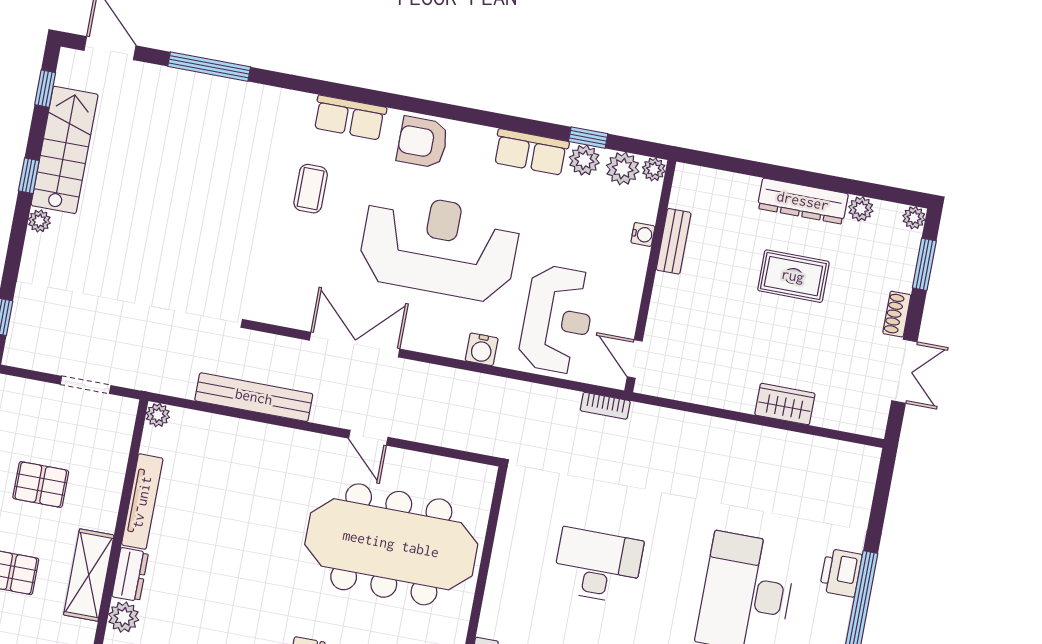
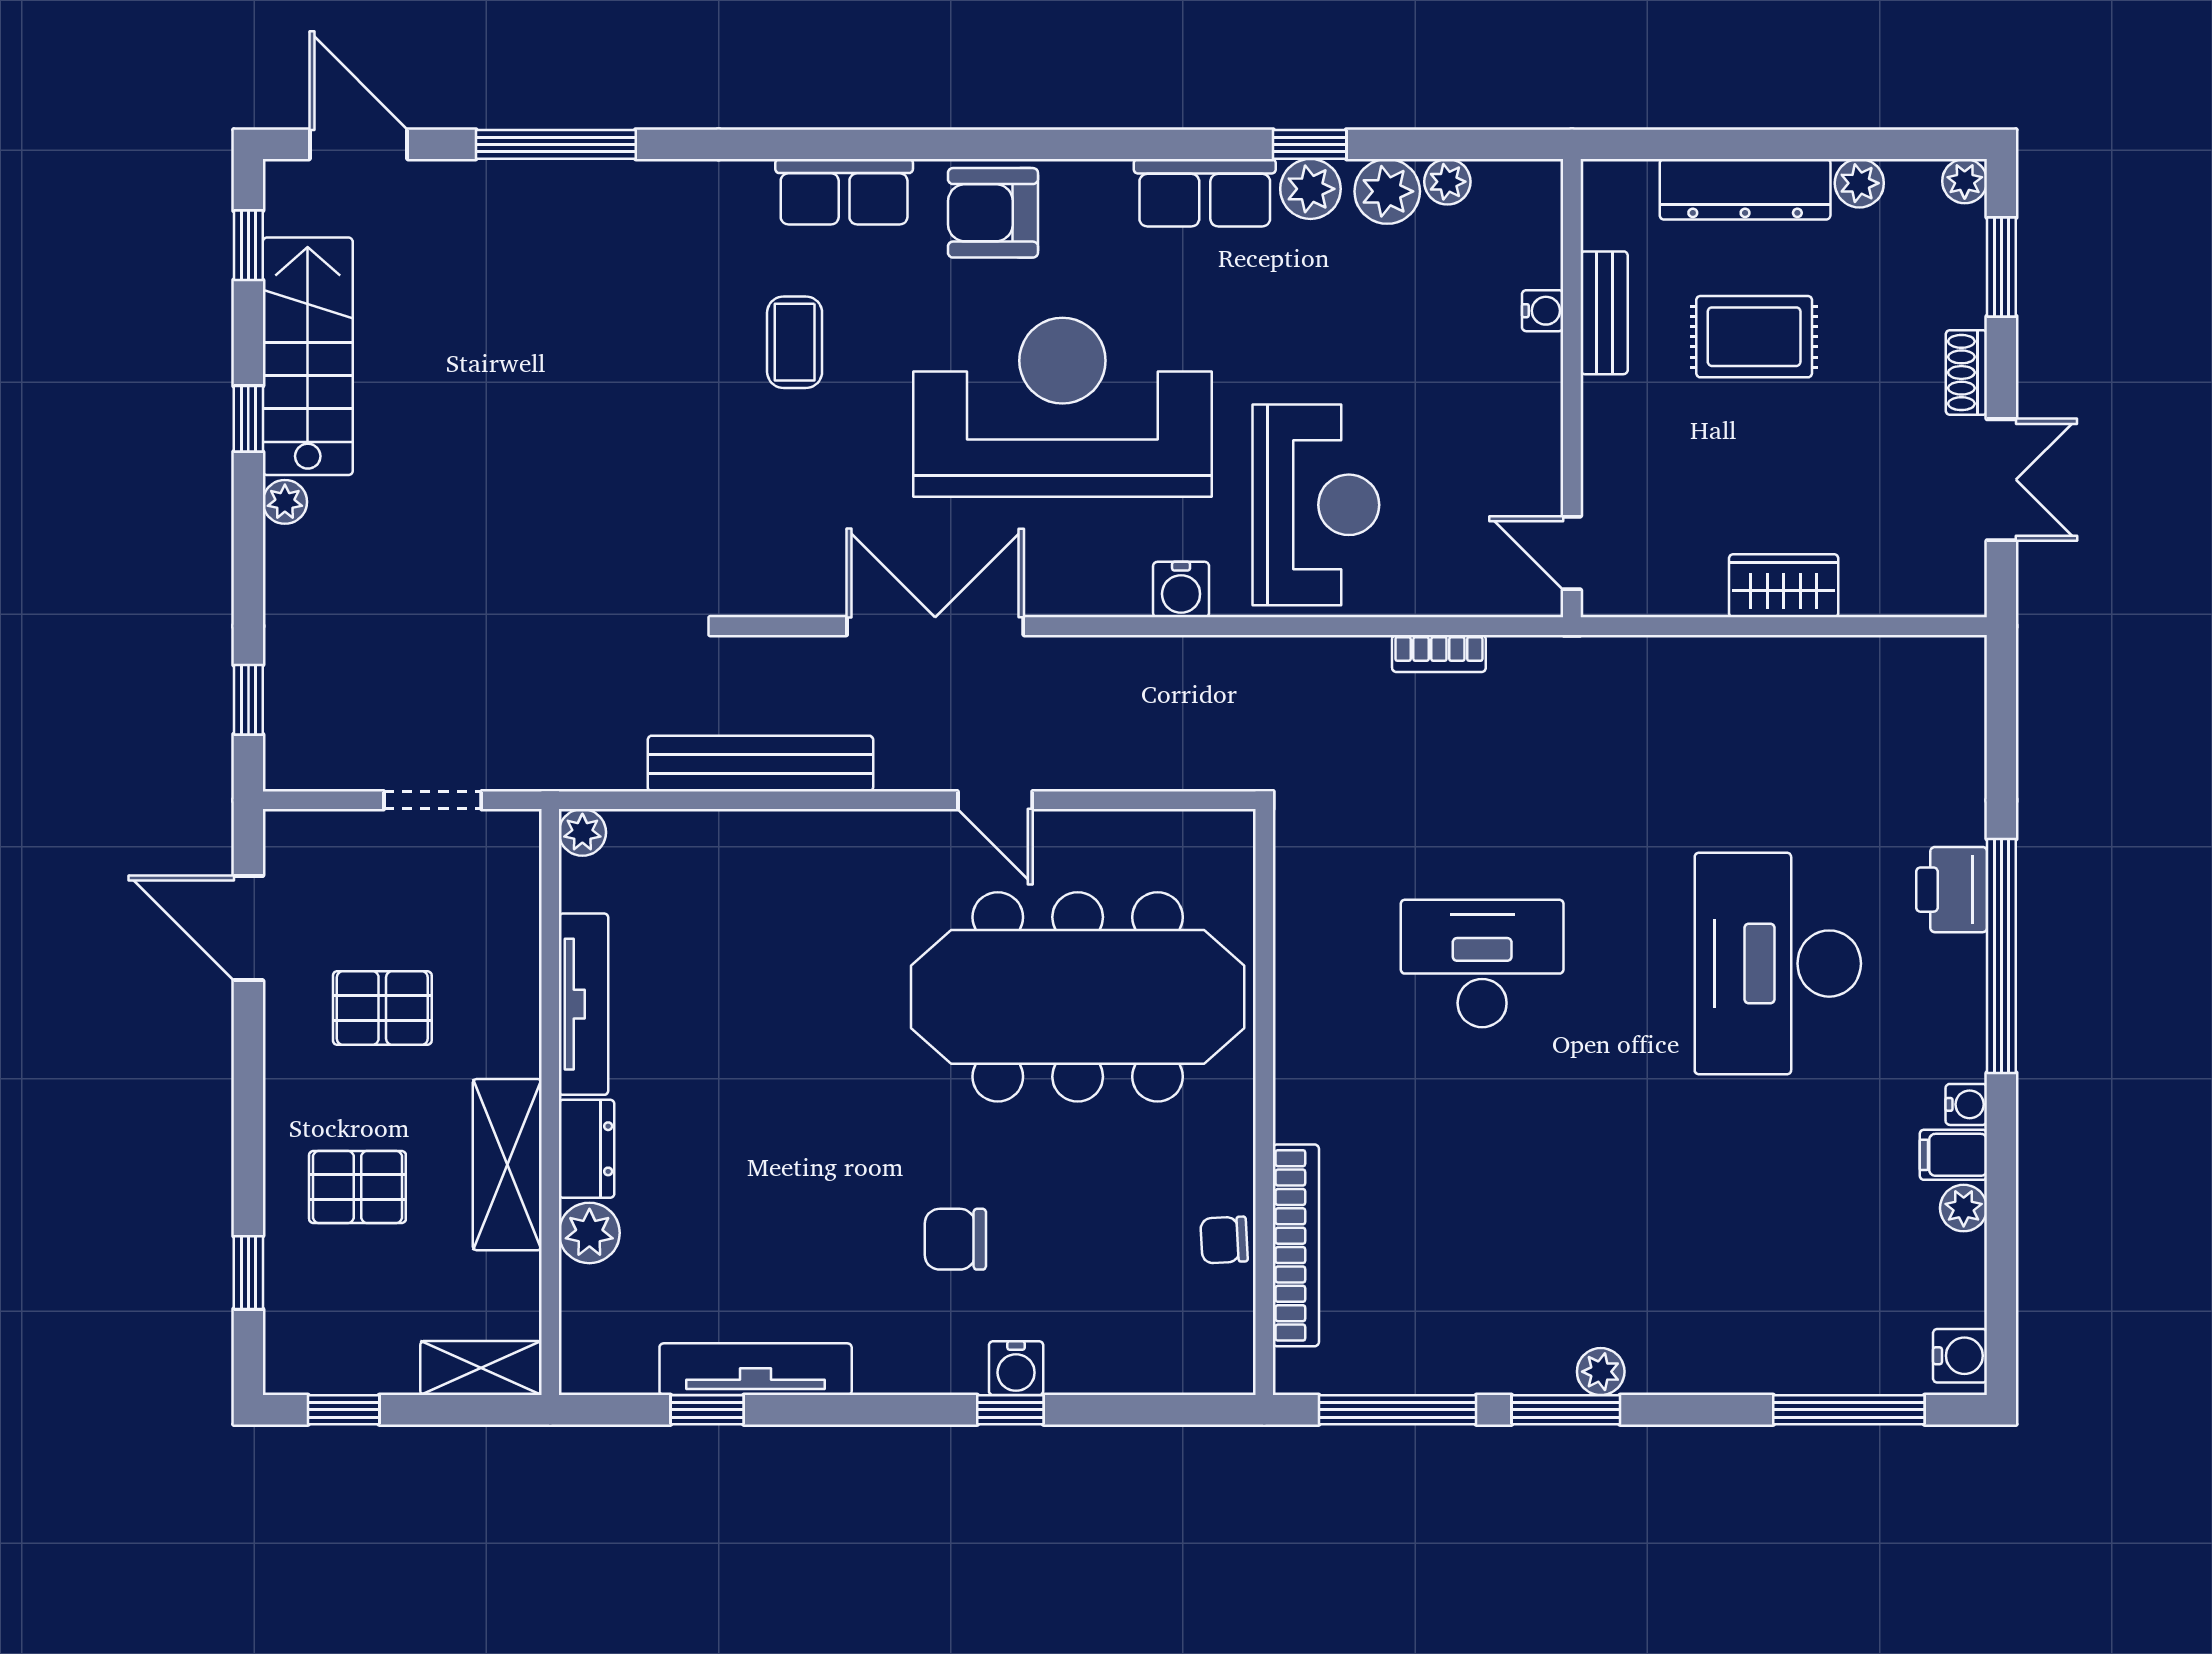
water cooler: (643, 234) -> (1543, 311), moved
bench: (674, 241) -> (1604, 313), moved
wall: (650, 276) -> (1572, 388), moved
door: (635, 359) -> (1572, 553), moved

